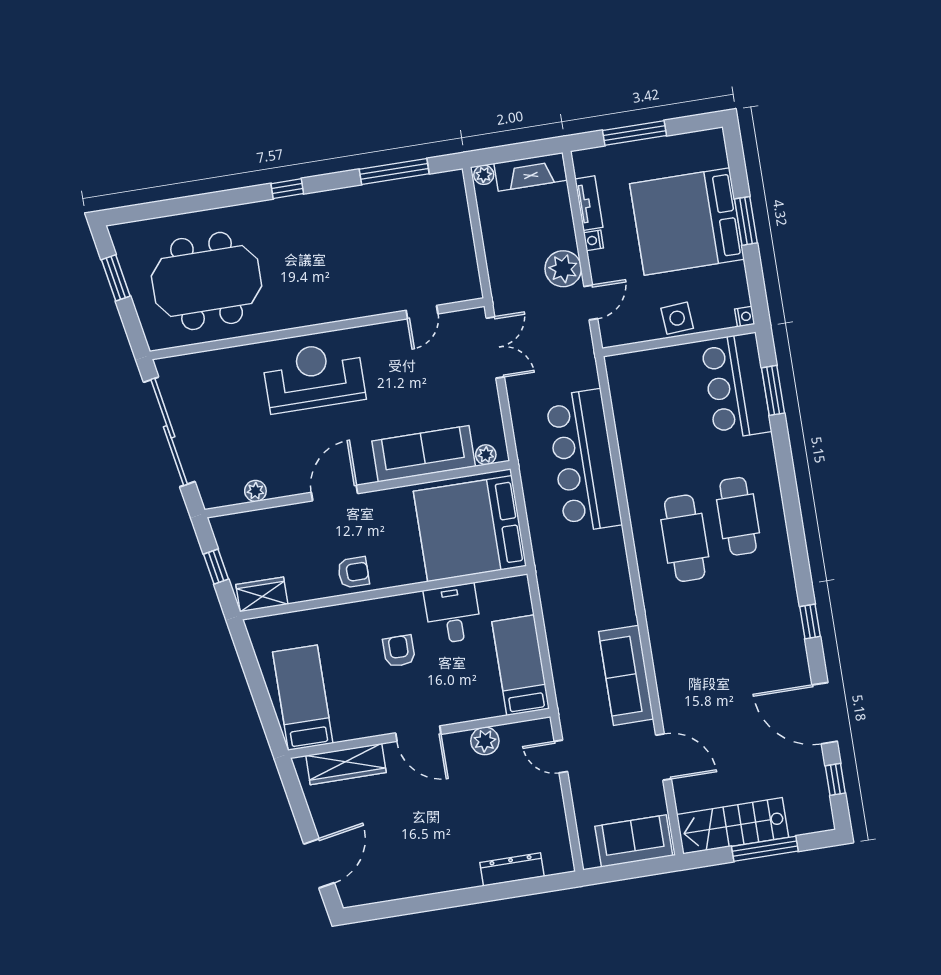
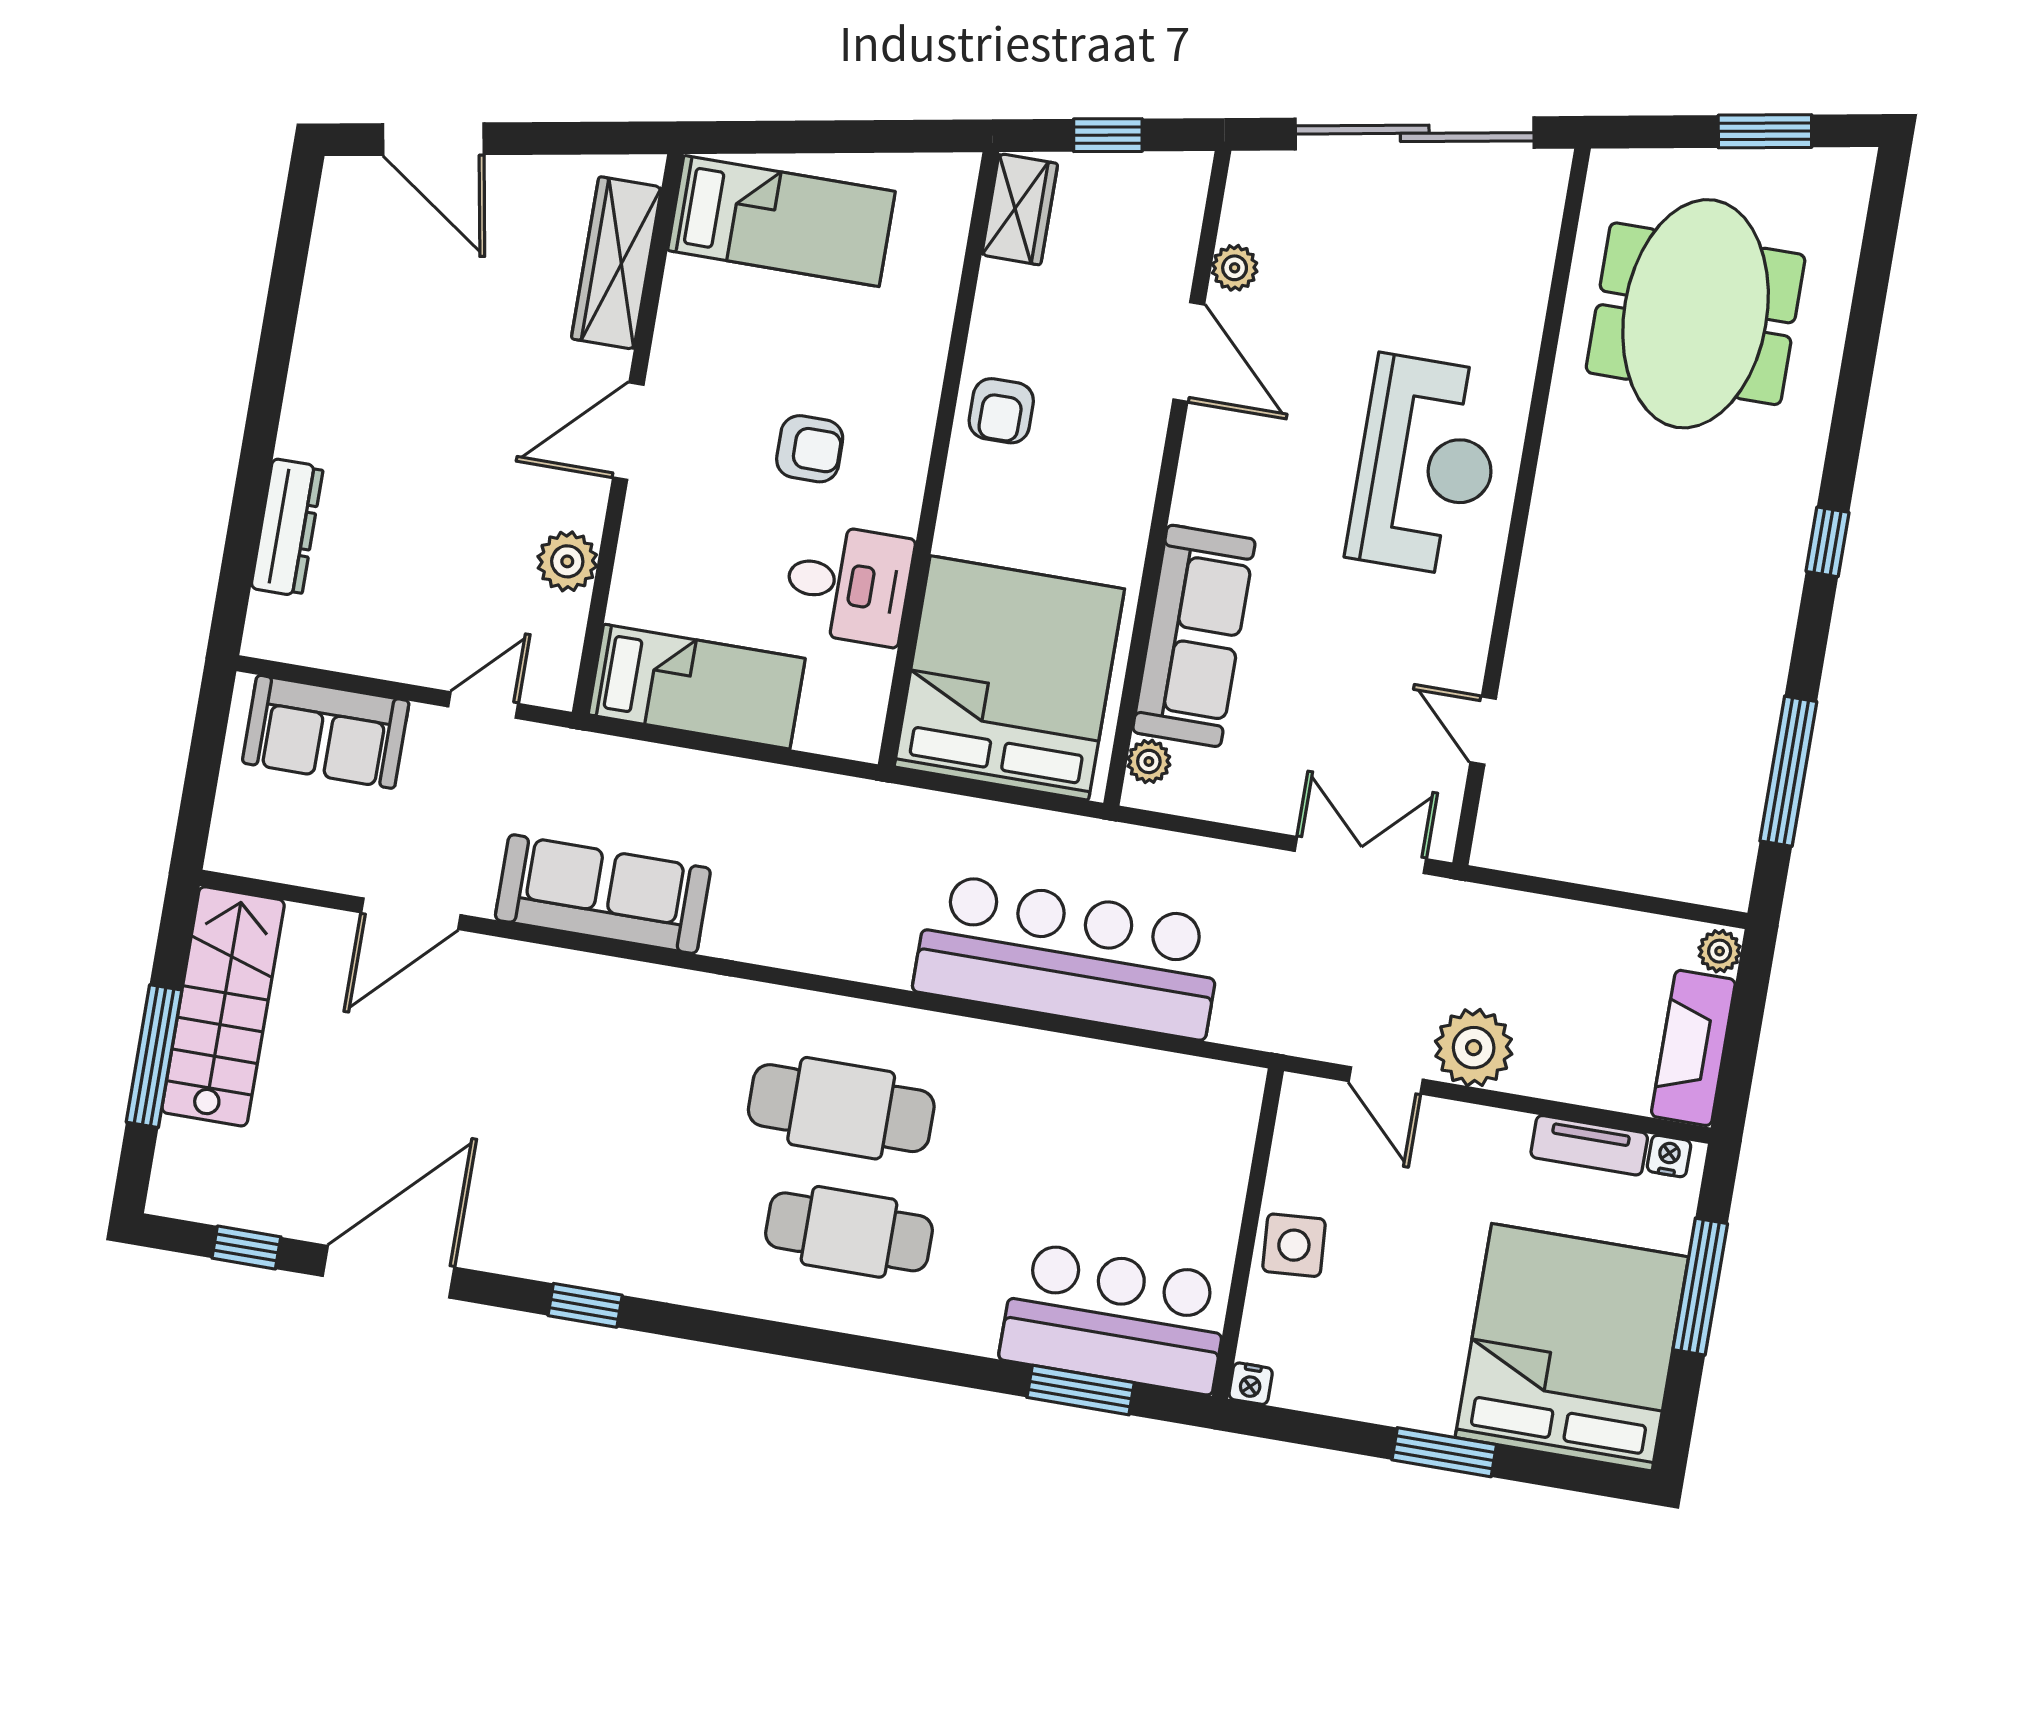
bed: (687, 221) -> (1572, 1347), moved
nightstand: (593, 240) -> (1669, 1156), moved
double door: (495, 347) -> (1360, 855), swing flipped
door: (335, 493) -> (1189, 352), moved
sofa: (634, 841) -> (326, 732), moved, turned 90

